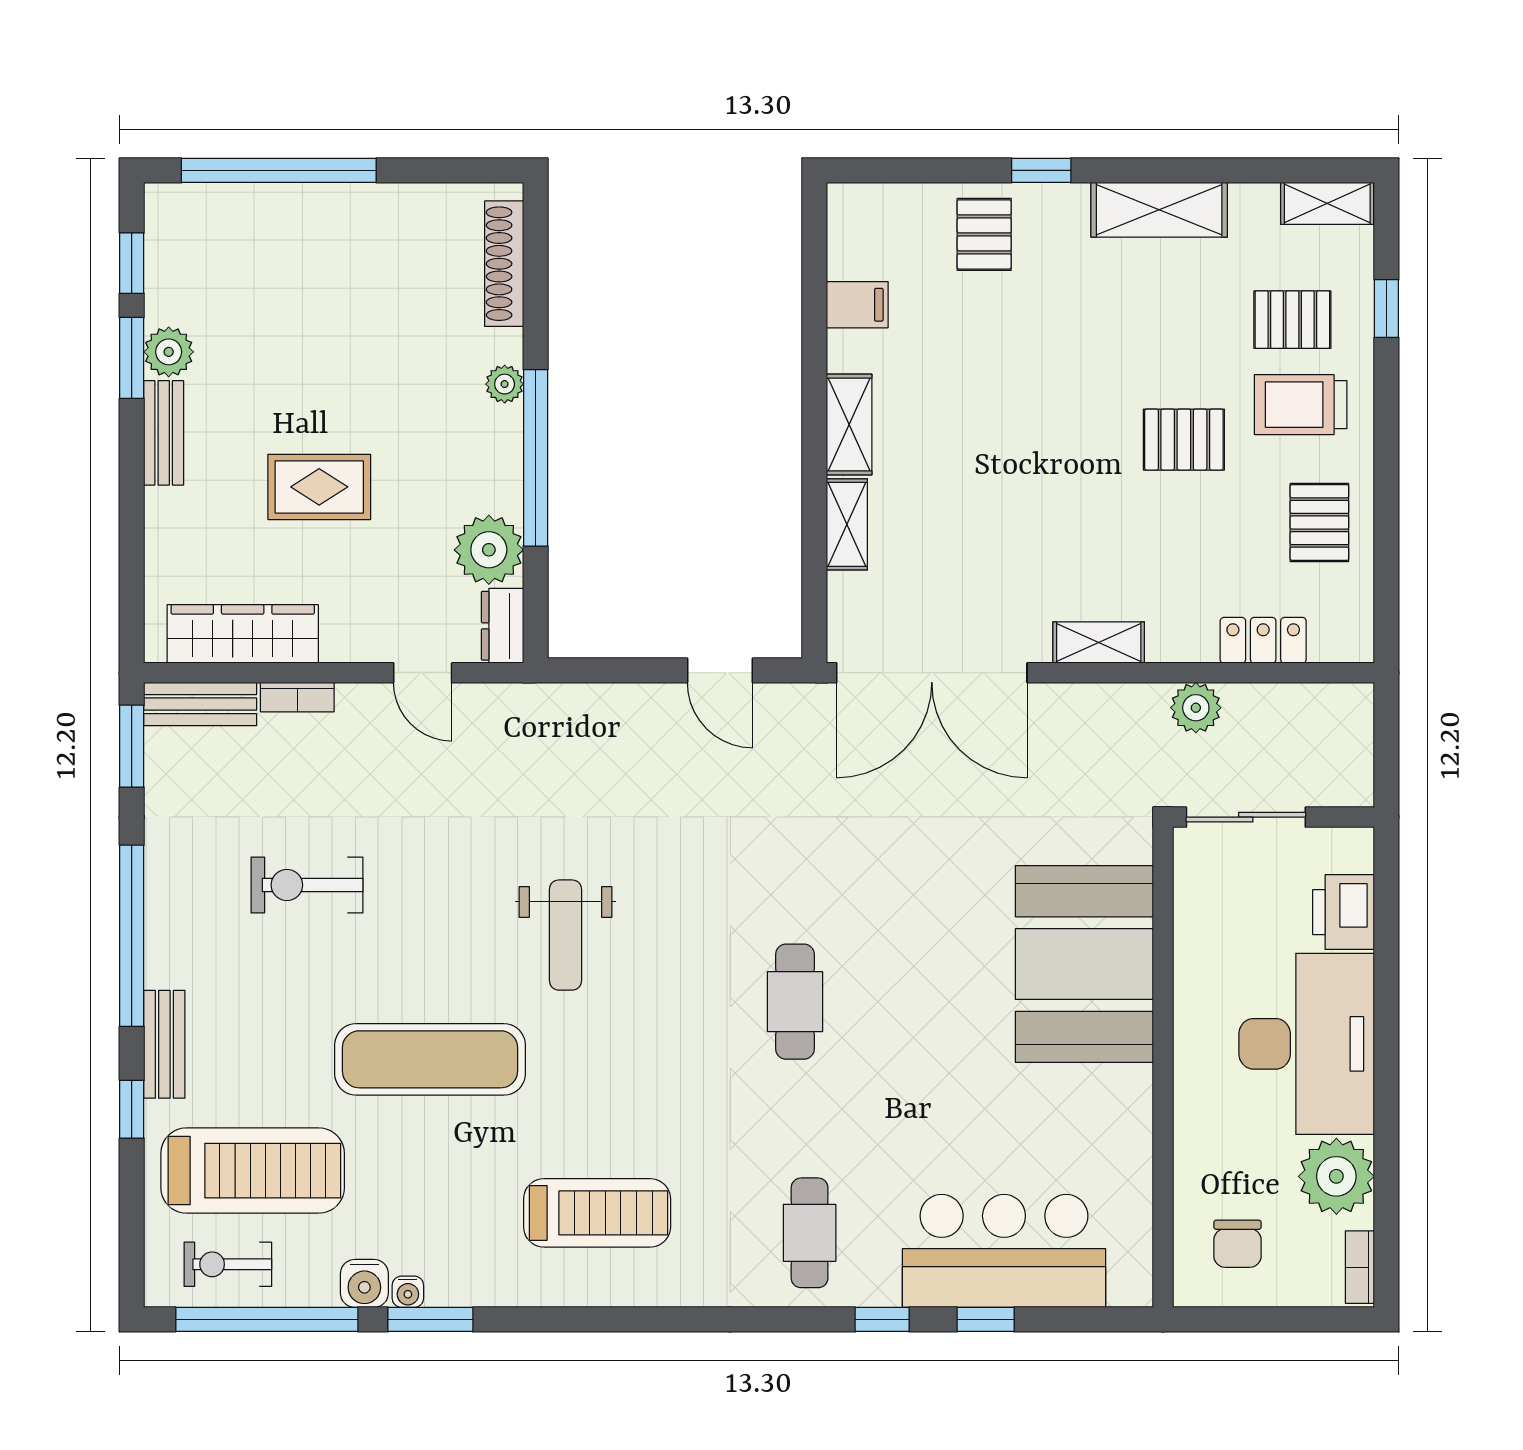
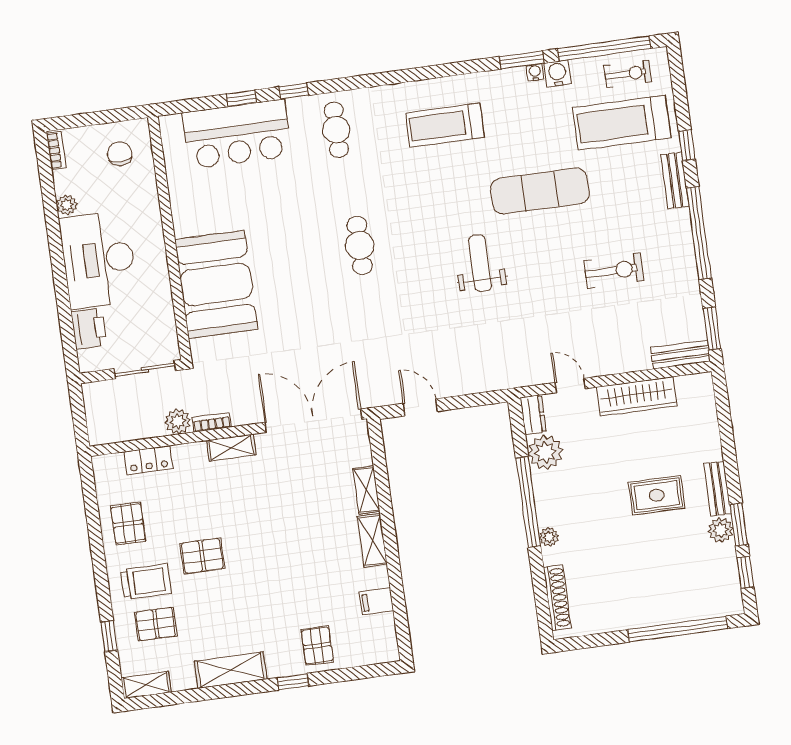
rug: (319, 487) -> (657, 495), moved
wardrobe: (243, 634) -> (637, 396), moved
bookcase: (297, 697) -> (212, 422), moved
plant: (1336, 1176) -> (67, 205), width x0.53, depth x0.53

